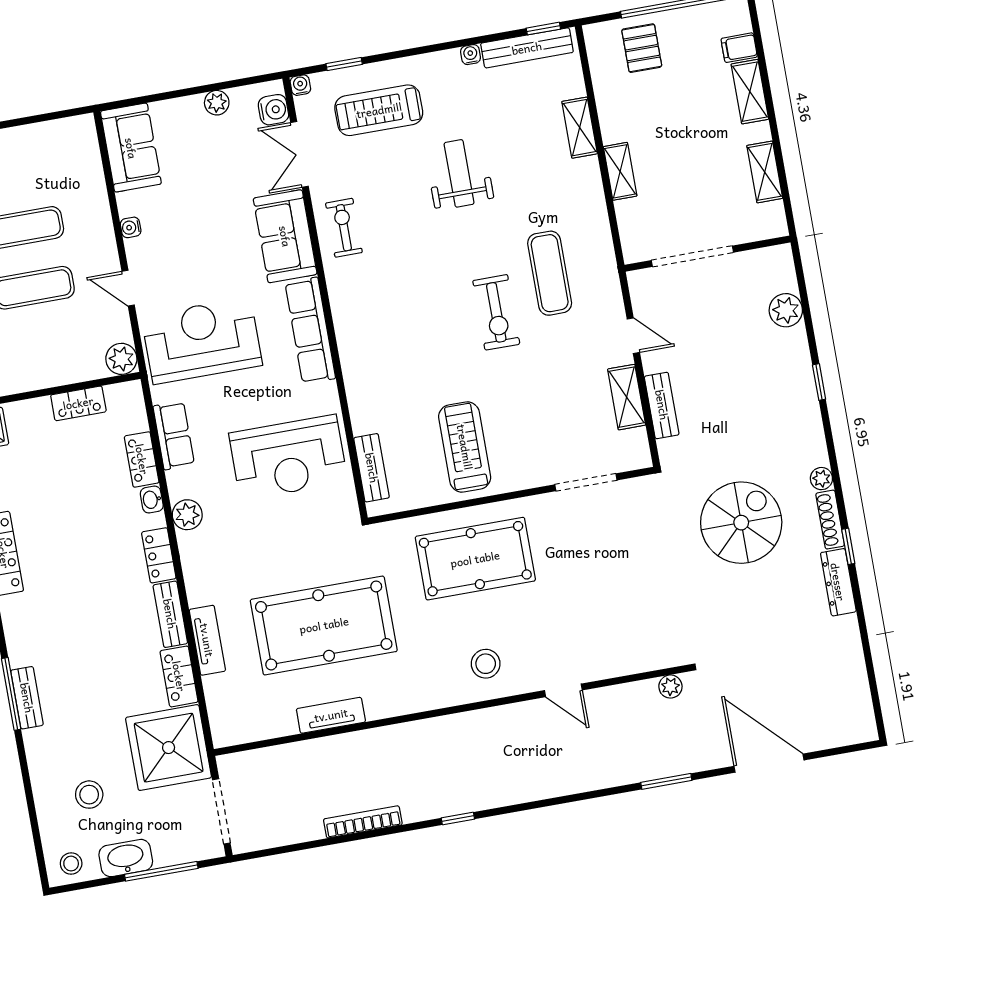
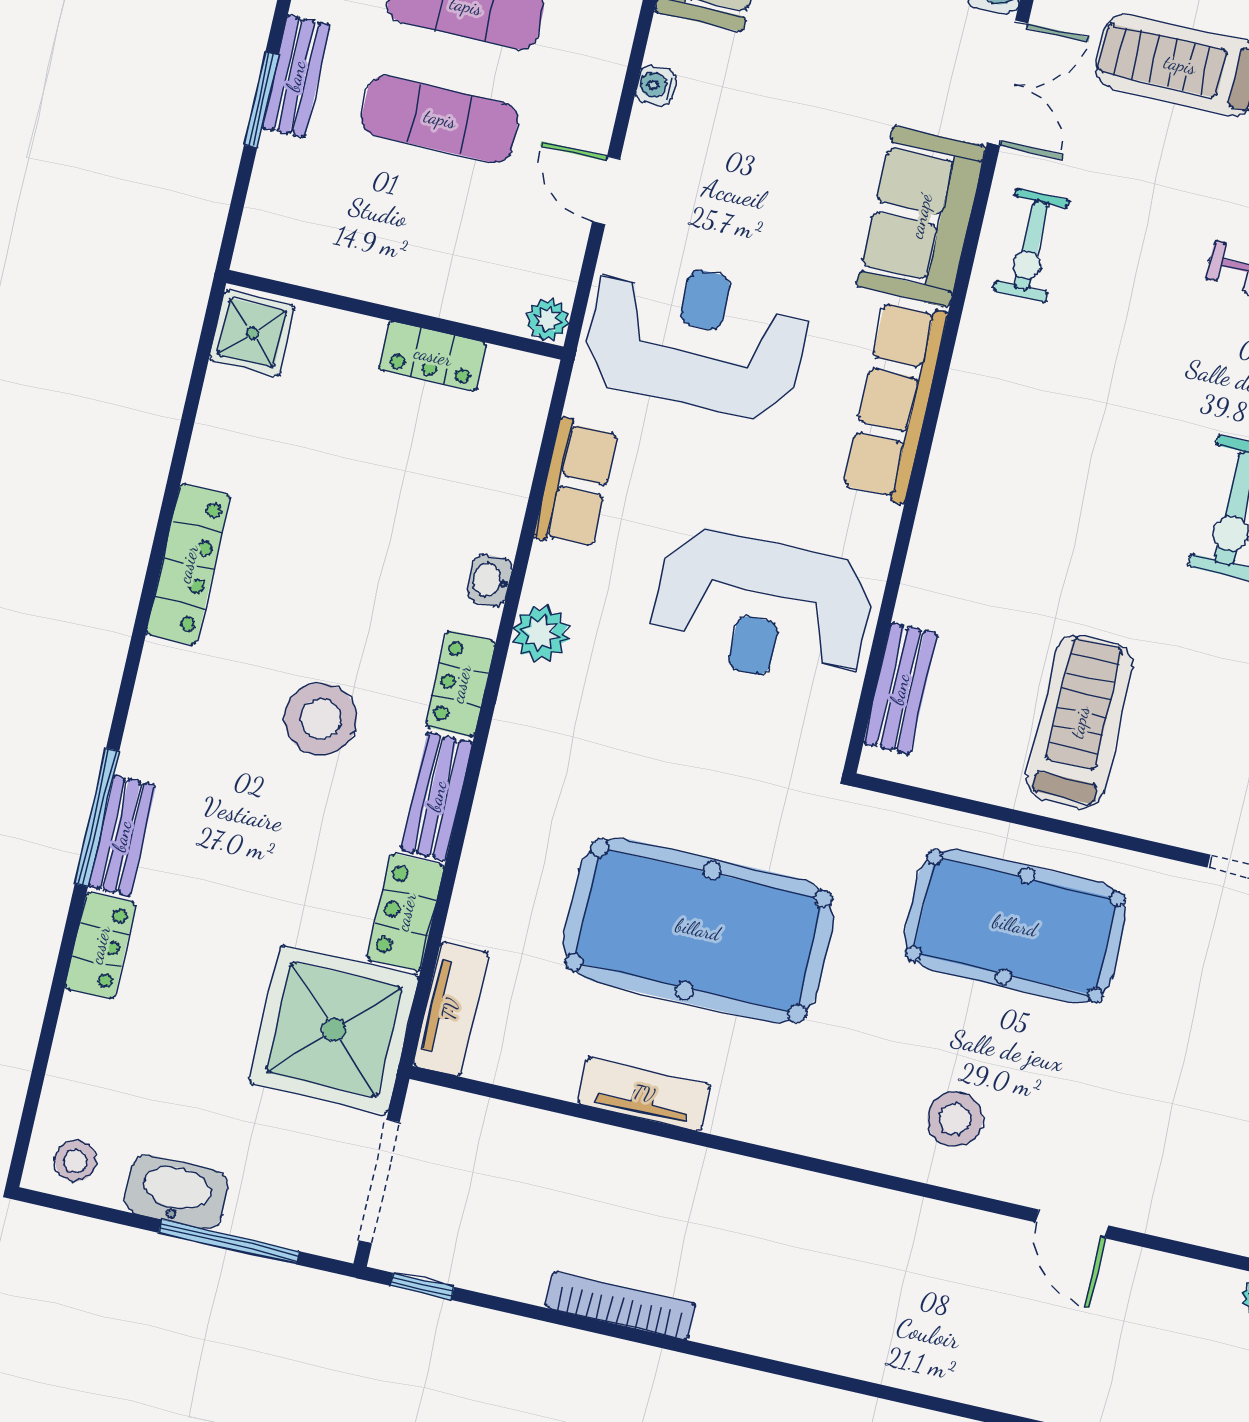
double door: (299, 154) -> (1008, 83), swing flipped
exercise bike: (344, 228) -> (1031, 245), turned 180
plant: (121, 359) -> (548, 320), width x0.73, depth x0.73
locker: (142, 459) -> (100, 945), moved, turned 180
tv unit: (207, 640) -> (451, 1009), moved
stool: (89, 795) -> (321, 719), moved, width x1.38, depth x1.38
window: (458, 819) -> (422, 1286), moved

